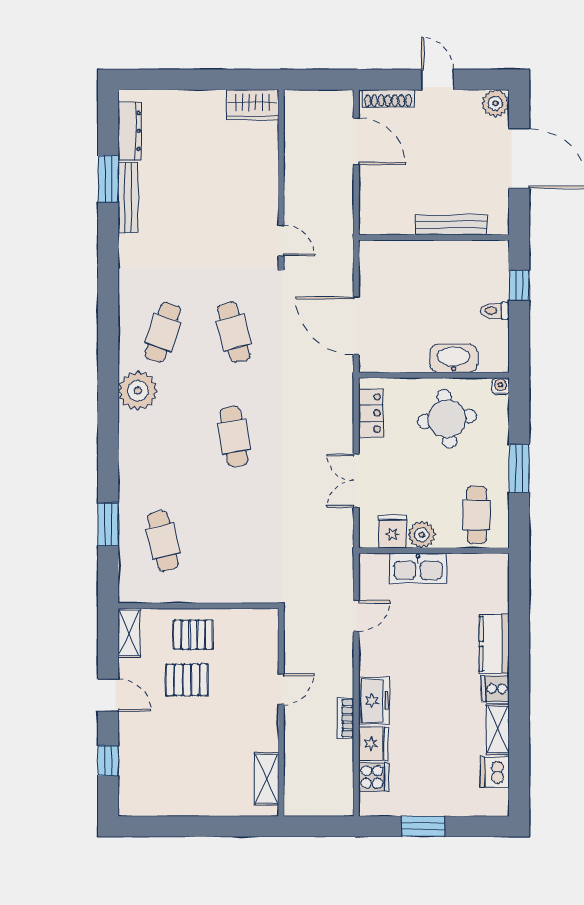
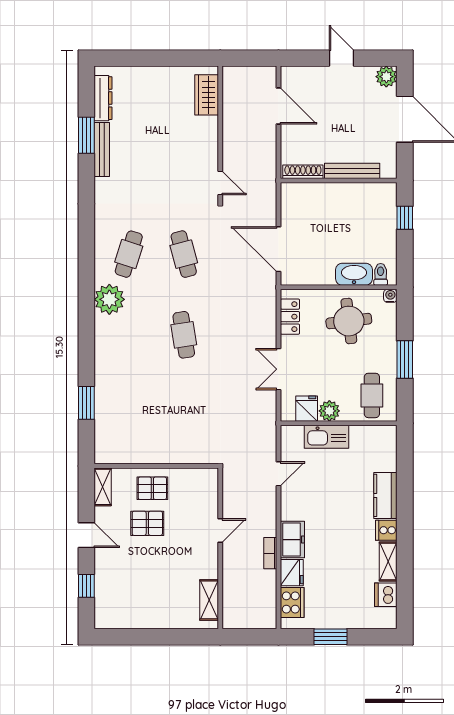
shoe rack: (388, 98) -> (303, 172), moved, turned 180
wardrobe: (252, 105) -> (207, 95), moved, turned 90
toilet: (495, 311) -> (381, 274), moved, turned 90
cafe table: (163, 541) -> (129, 416), removed
cooker: (374, 777) -> (292, 603), width x1.36

